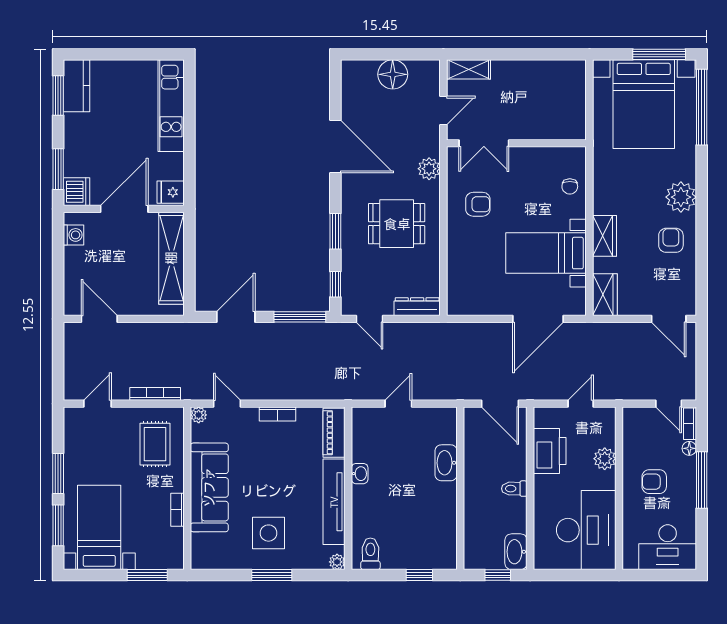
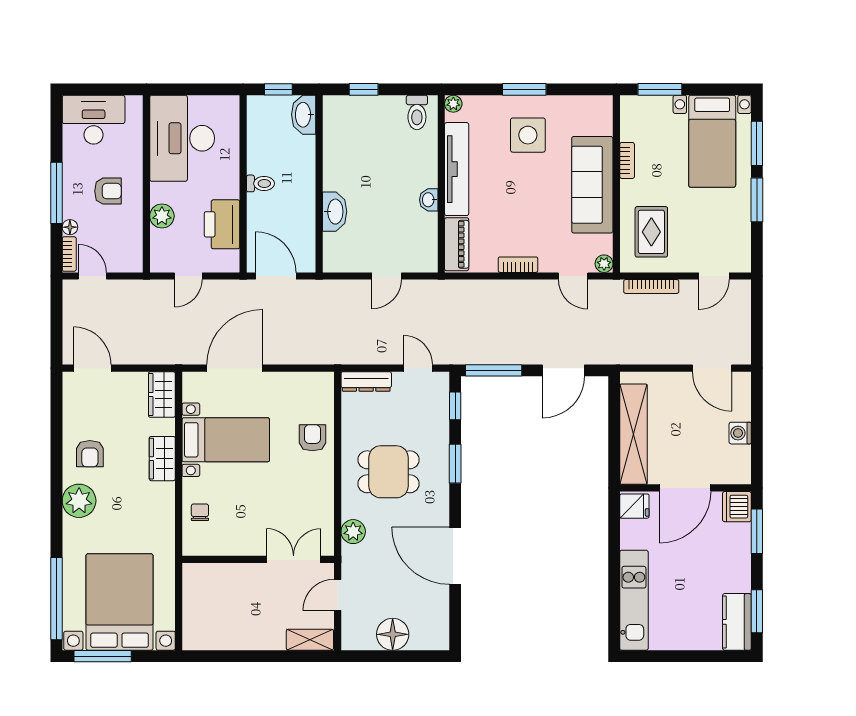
armchair: (478, 204) -> (312, 438), moved, turned 90
washing machine: (74, 235) -> (740, 433), moved
washbasin: (516, 552) -> (304, 115), moved, turned 180

